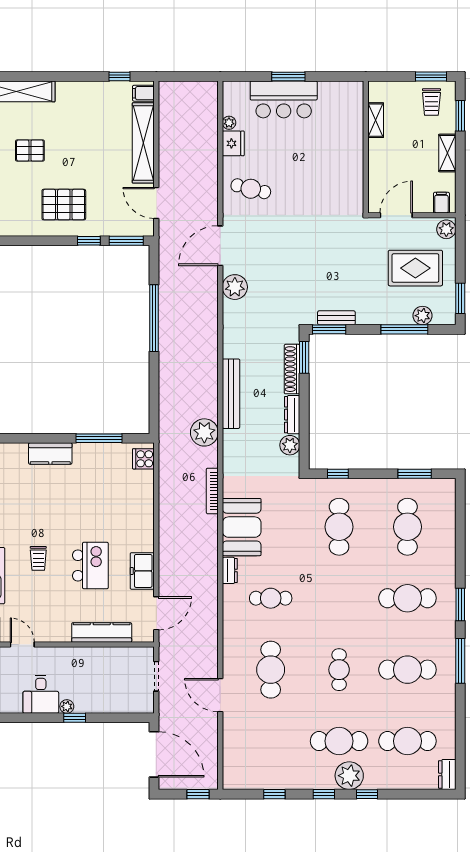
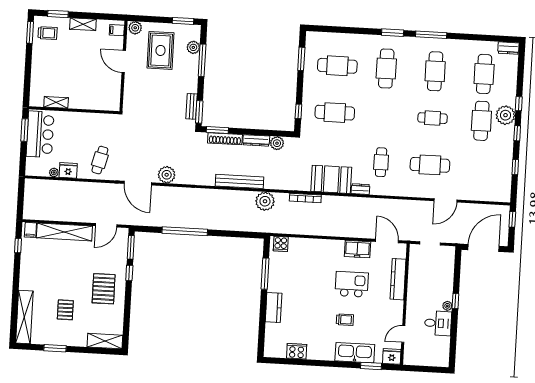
shelving: (376, 120) -> (56, 102), moved
wall: (366, 147) -> (74, 110), moved

